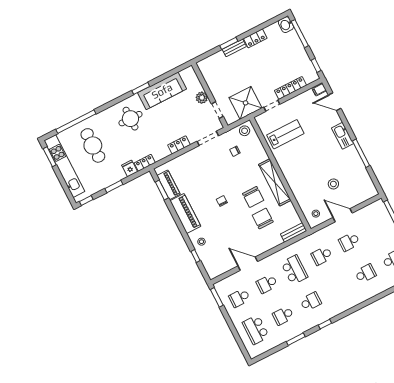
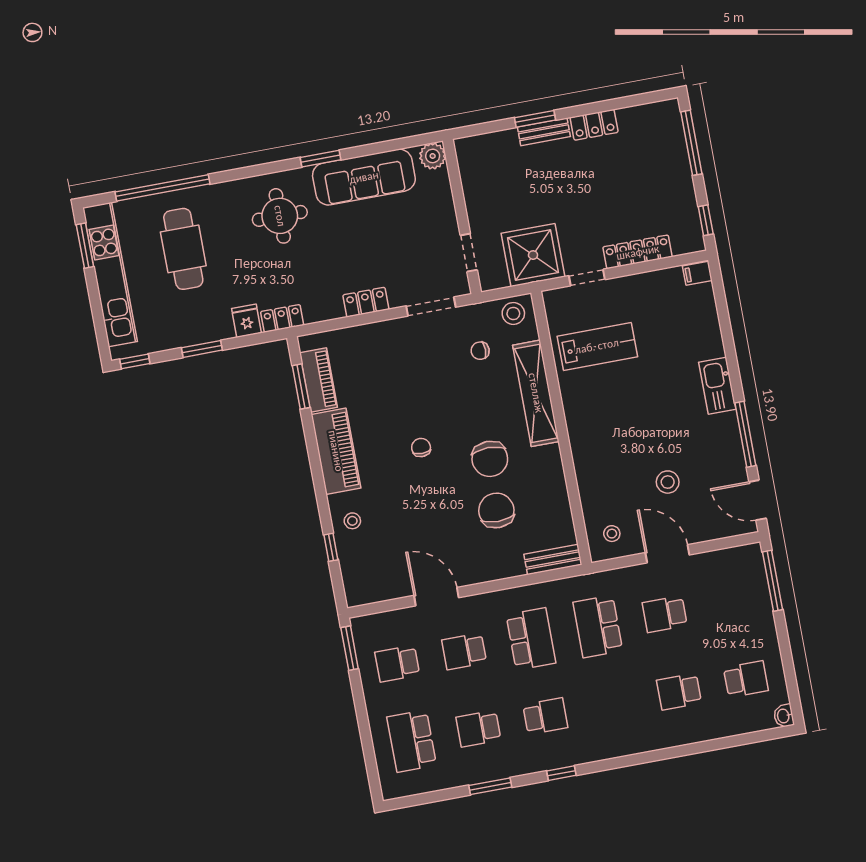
washbasin: (286, 25) -> (668, 115), removed
plant: (202, 98) -> (433, 156), moved
door: (335, 102) -> (758, 500), moved
shelving: (275, 182) -> (536, 393), moved
school desk: (322, 256) -> (598, 626), width x1.85
school desk: (365, 273) -> (679, 691), turned 180

